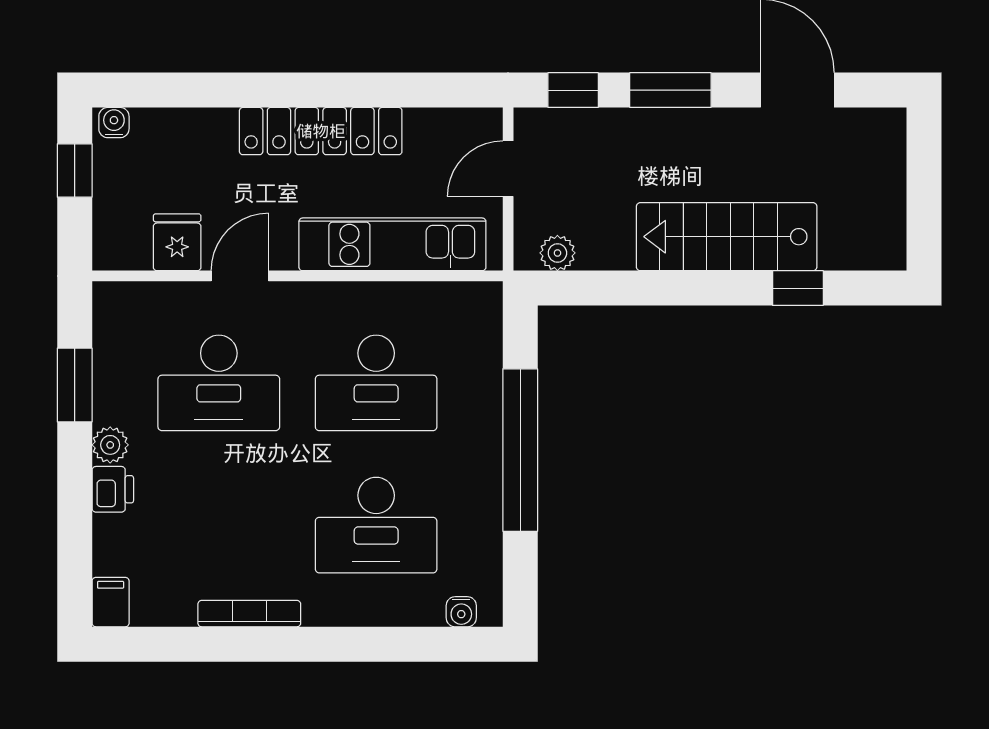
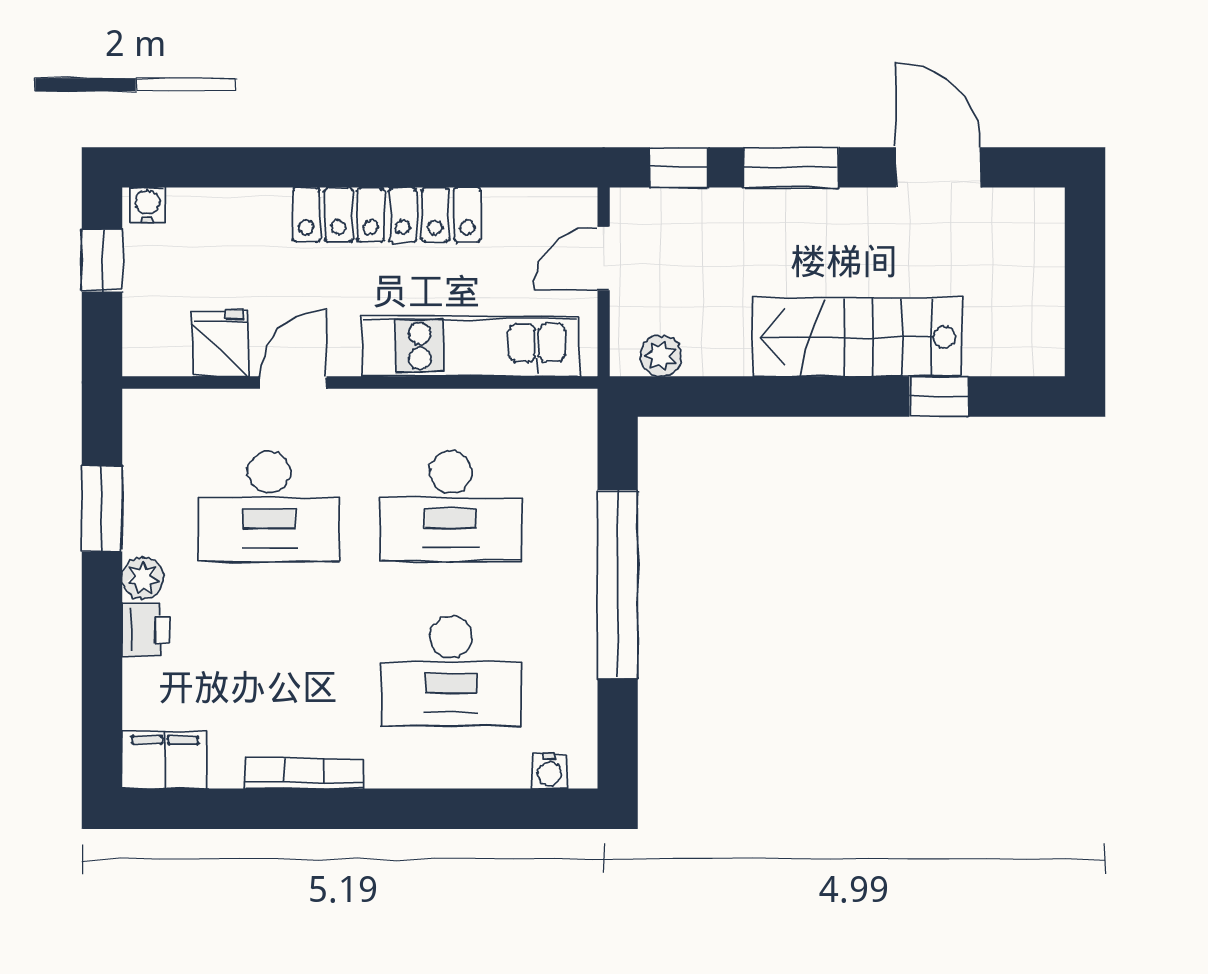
filing cabinet: (111, 602) -> (165, 760), width x2.00

